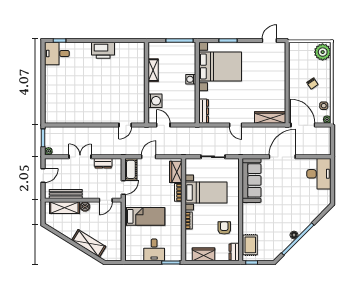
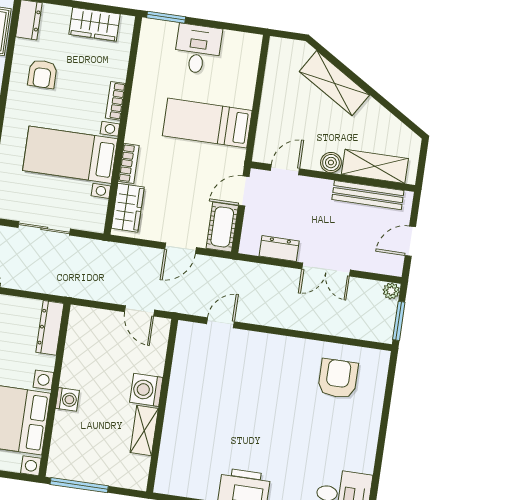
washing machine: (155, 101) -> (146, 390), moved
armchair: (67, 107) -> (338, 379), added

